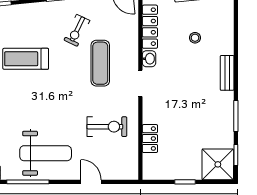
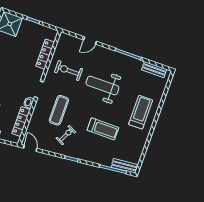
locker: (150, 139) -> (45, 54), width x1.53
weight bench: (46, 153) -> (102, 85), moved
door: (91, 182) -> (90, 41), hinge flipped

